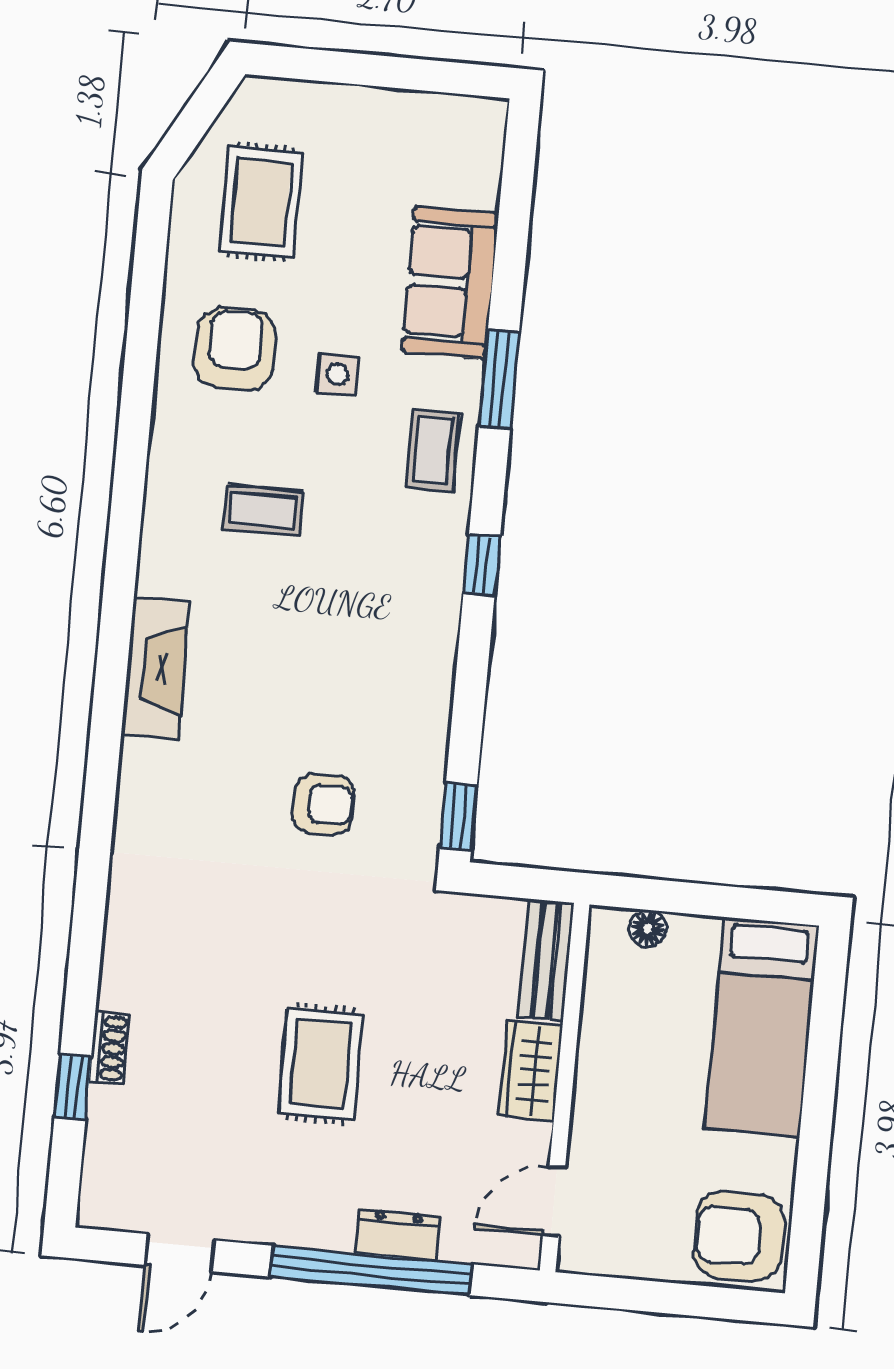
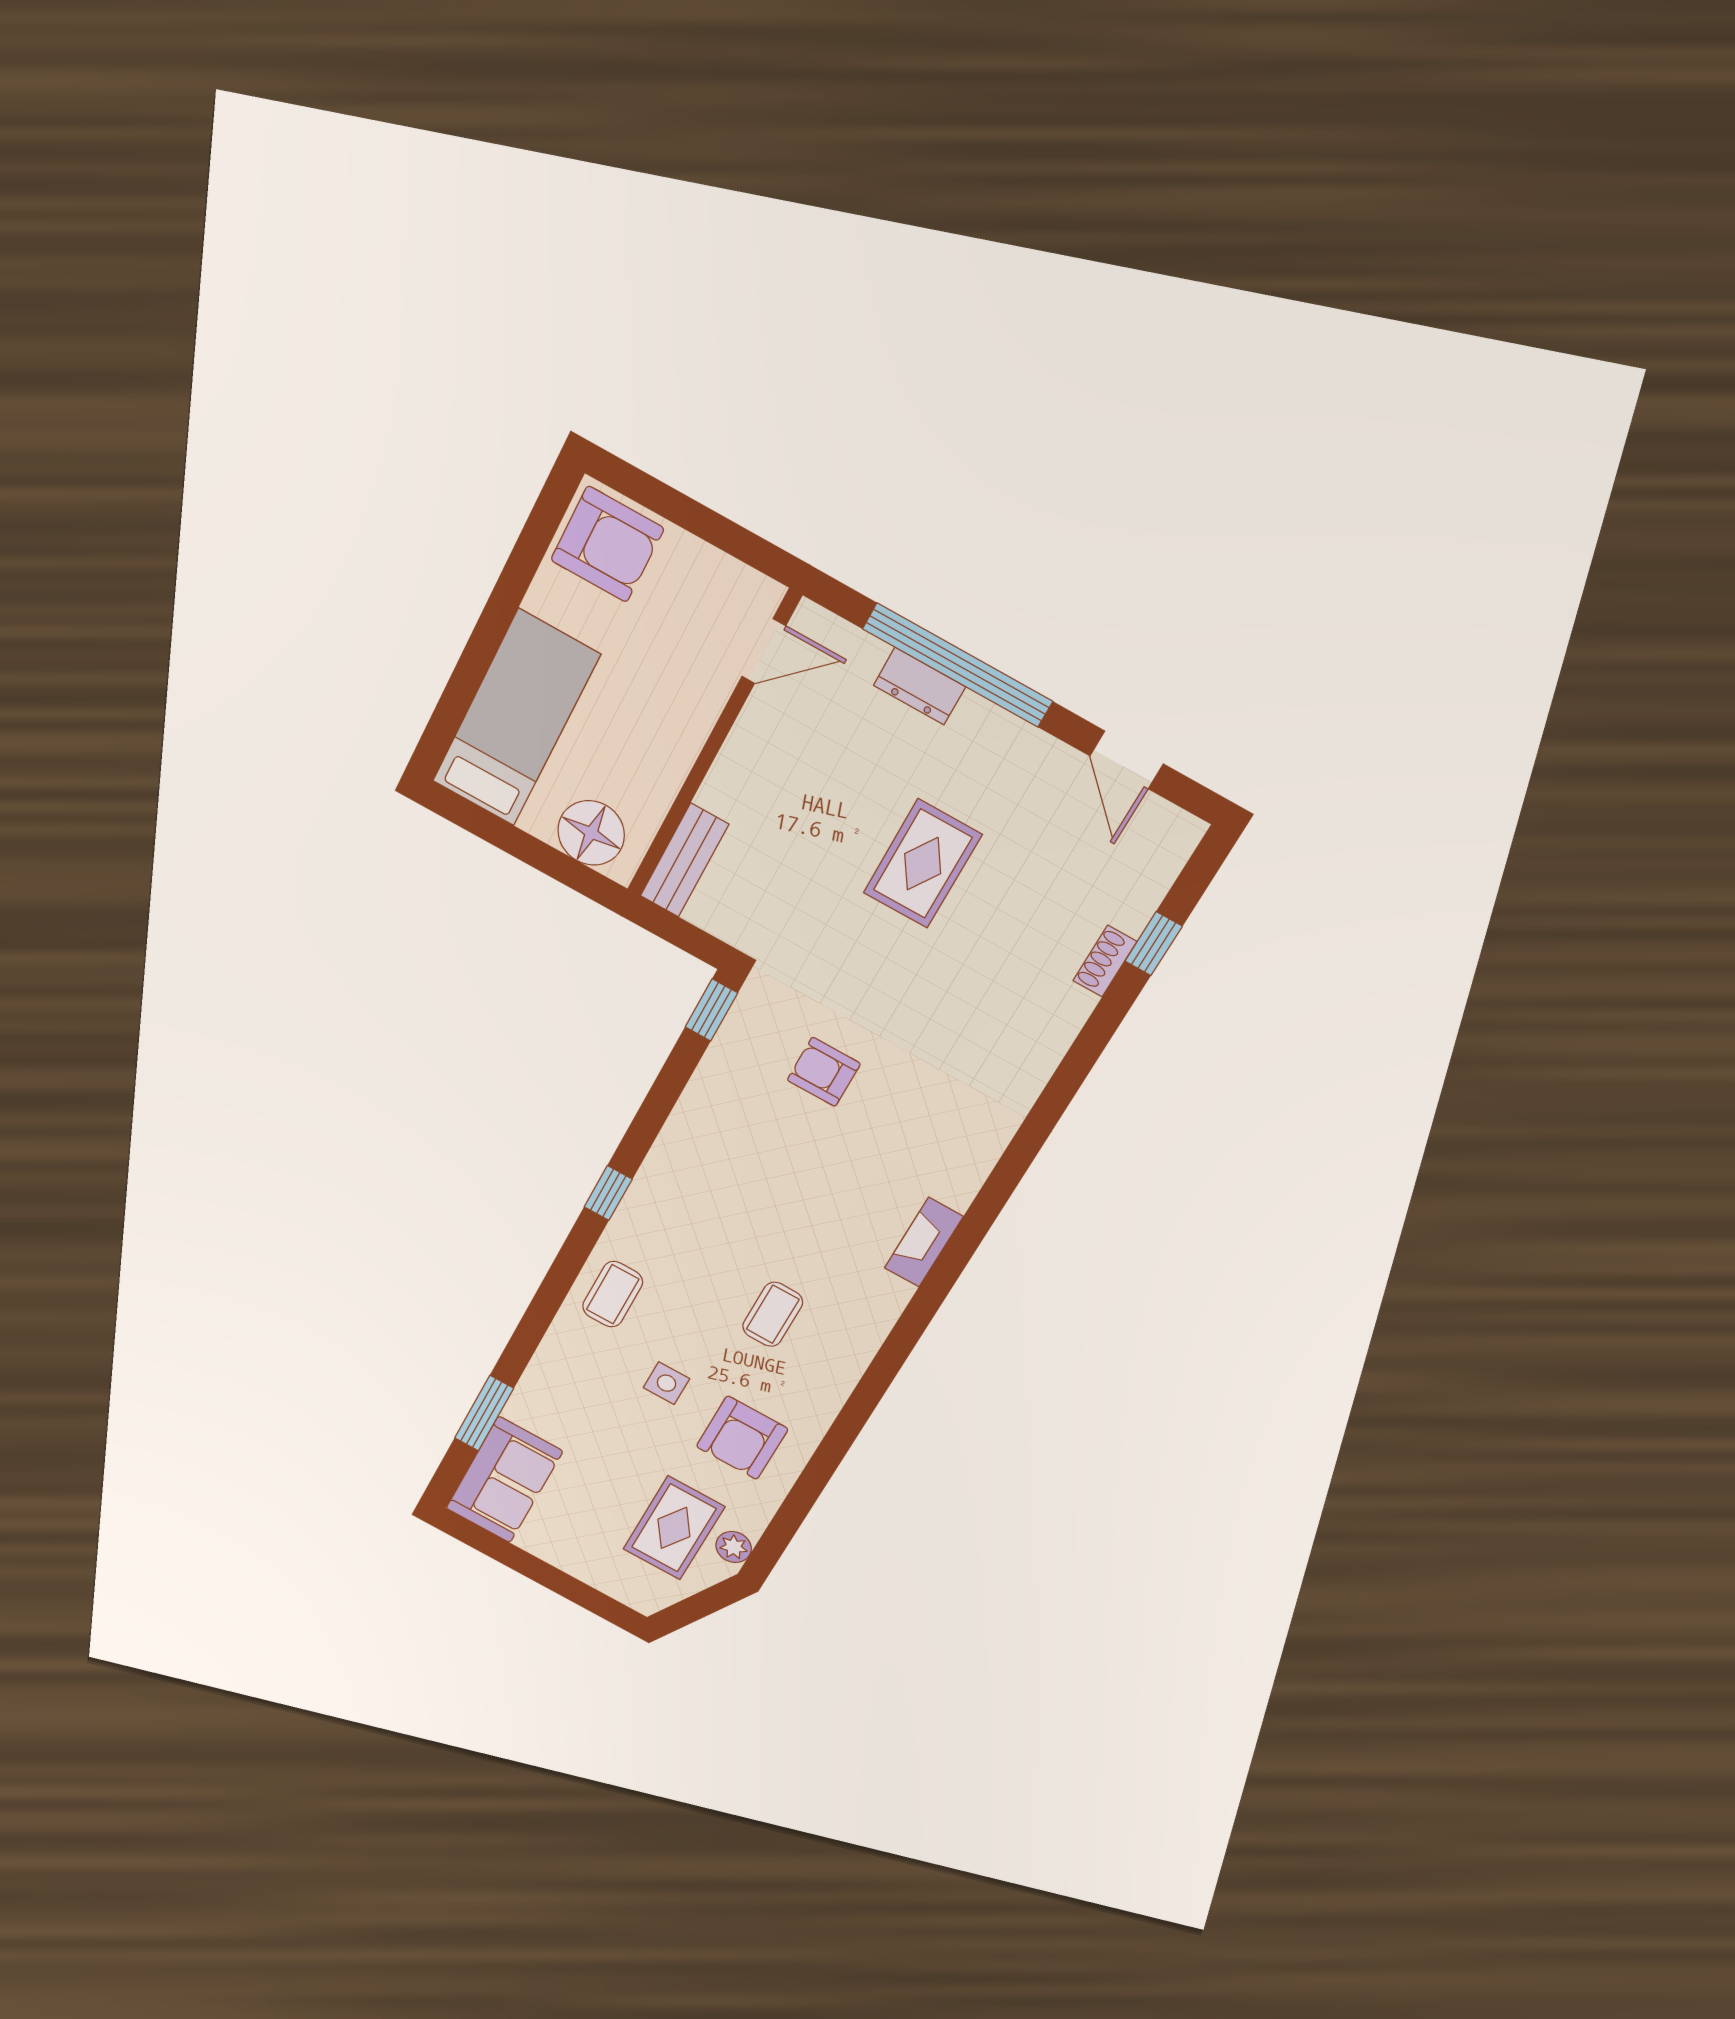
plant: (190, 211) -> (734, 1547), added
sofa: (450, 283) -> (504, 1480), moved
window: (499, 379) -> (484, 1413), moved
coffee table: (263, 510) -> (773, 1314), turned 90
fireplace: (155, 669) -> (924, 1242), width x0.73, depth x0.76
floor lamp: (648, 929) -> (591, 833), width x1.89, depth x1.89
wardrobe: (530, 1071) -> (738, 774), removed
door: (179, 1253) -> (1127, 760), swing flipped

